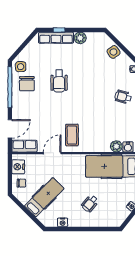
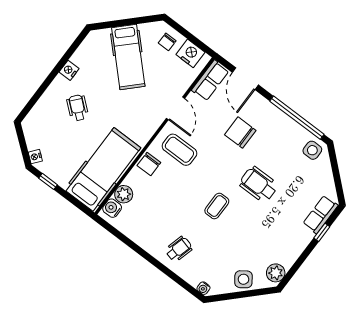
row of seats: (56, 38) -> (320, 214), width x0.68
plant: (80, 38) -> (276, 273), moved
chair: (27, 84) -> (240, 133), moved
coffee table: (86, 94) -> (217, 206), added
chair: (91, 145) -> (149, 164), added
nightstand: (63, 222) -> (69, 70), moved

